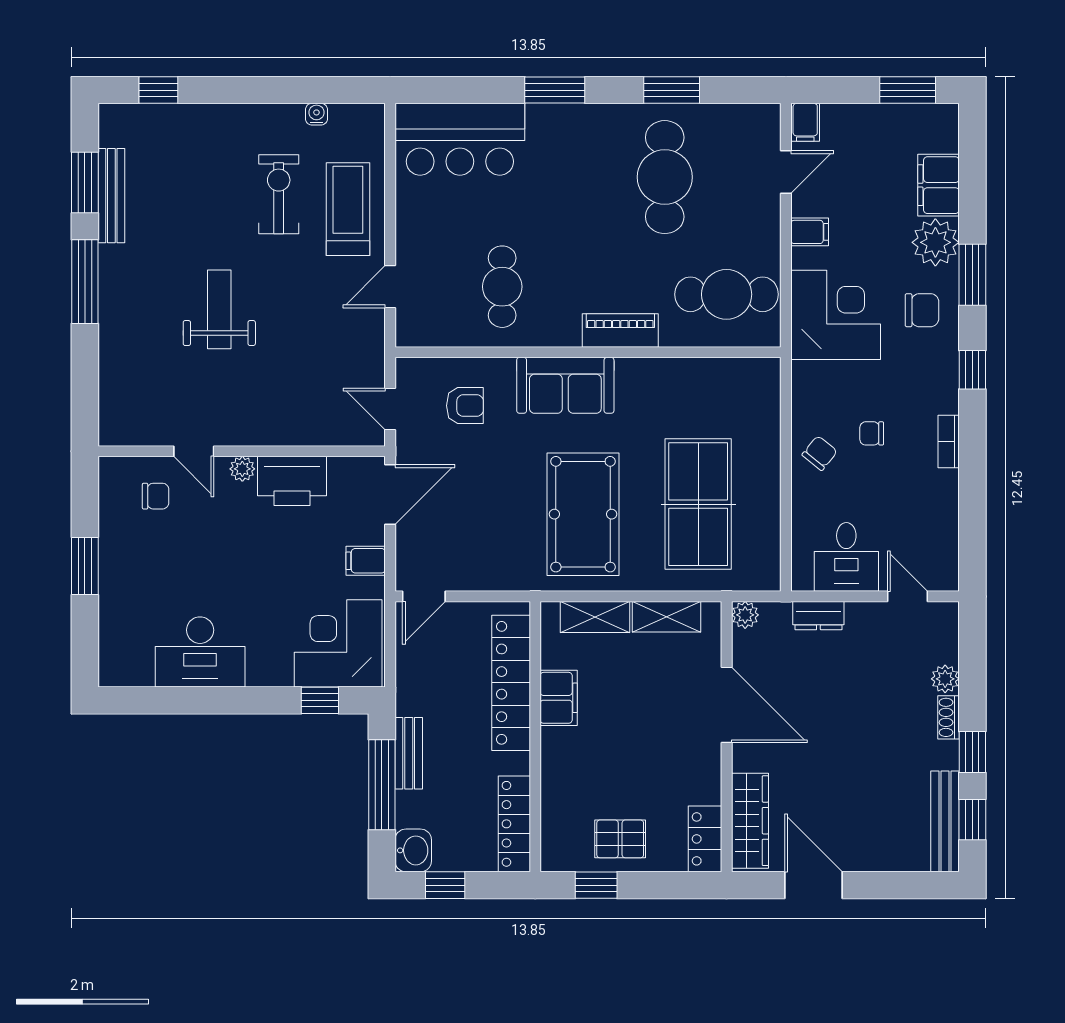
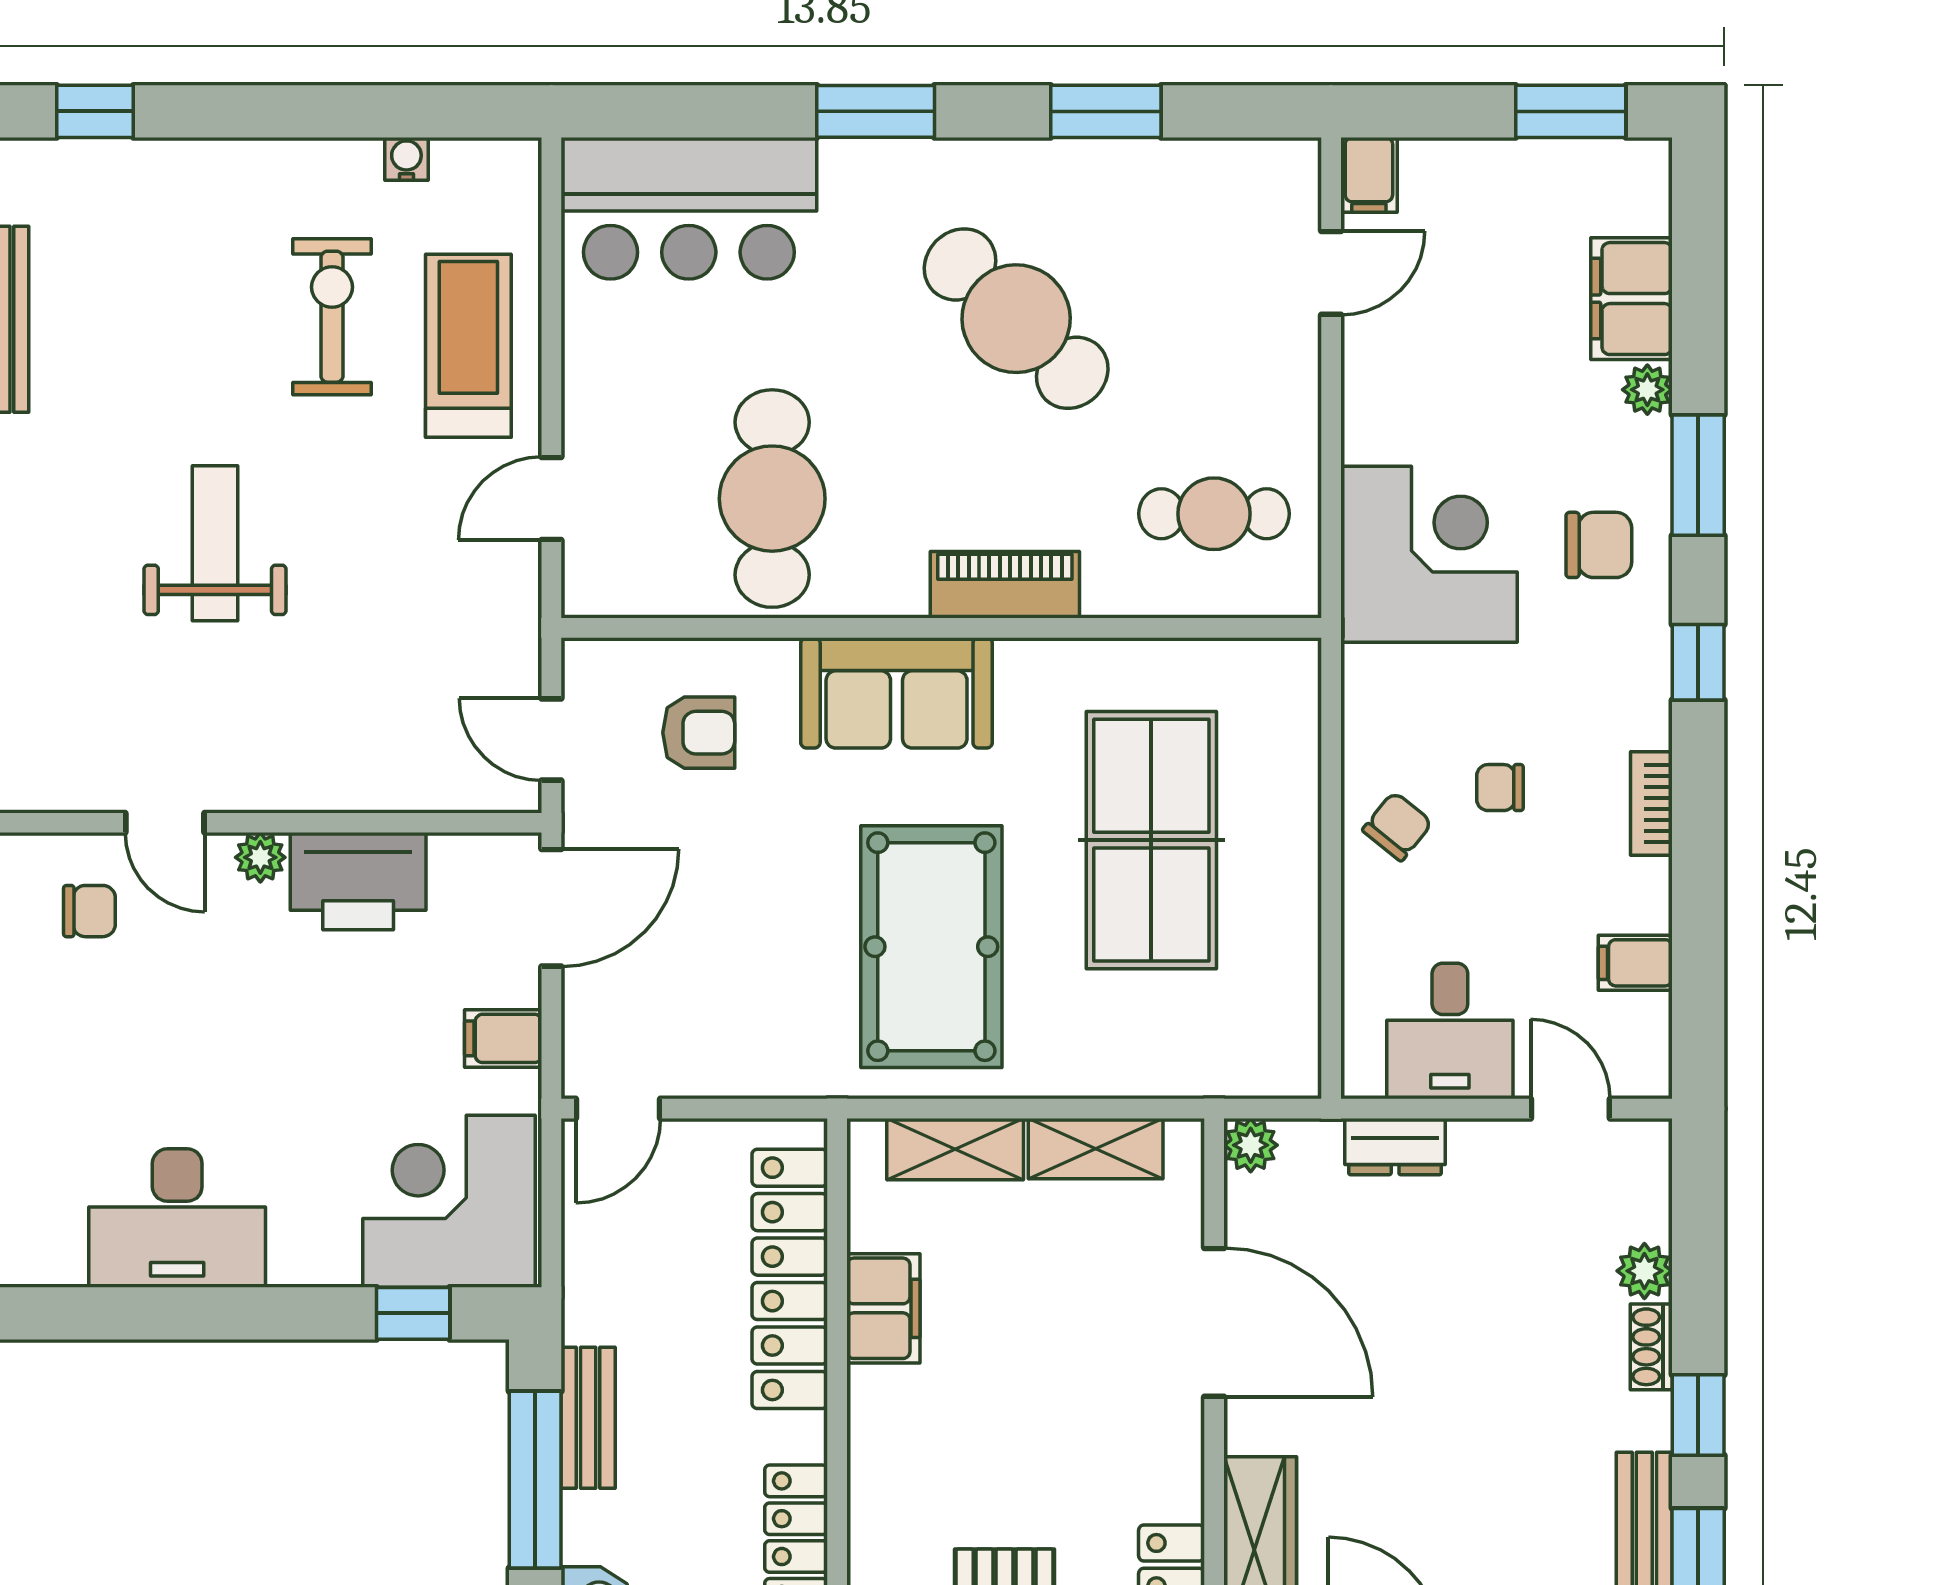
cafe table: (665, 177) -> (1016, 319), moved, turned -46
filing cabinet: (810, 232) -> (1635, 963), moved, turned 180
plant: (935, 242) -> (1647, 390), width x0.53, depth x0.53
cafe table: (502, 287) -> (772, 499), width x1.37, depth x1.35
cafe table: (727, 294) -> (1214, 514), width x0.73, depth x0.74
table tennis table: (698, 504) -> (1151, 840), moved

